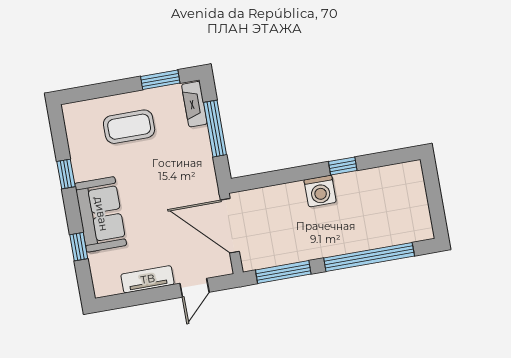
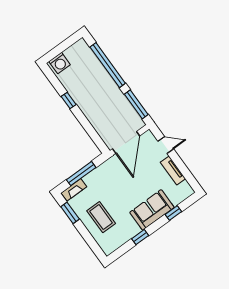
washing machine: (320, 191) -> (60, 63), moved, turned 90

